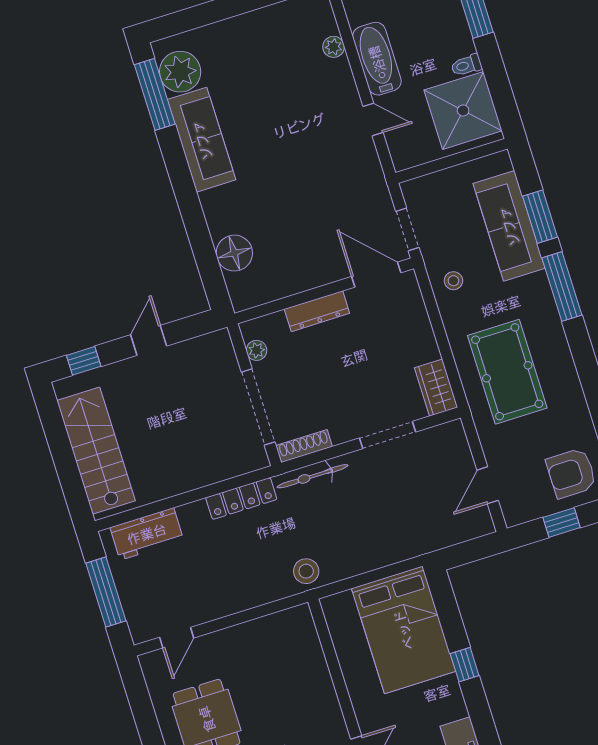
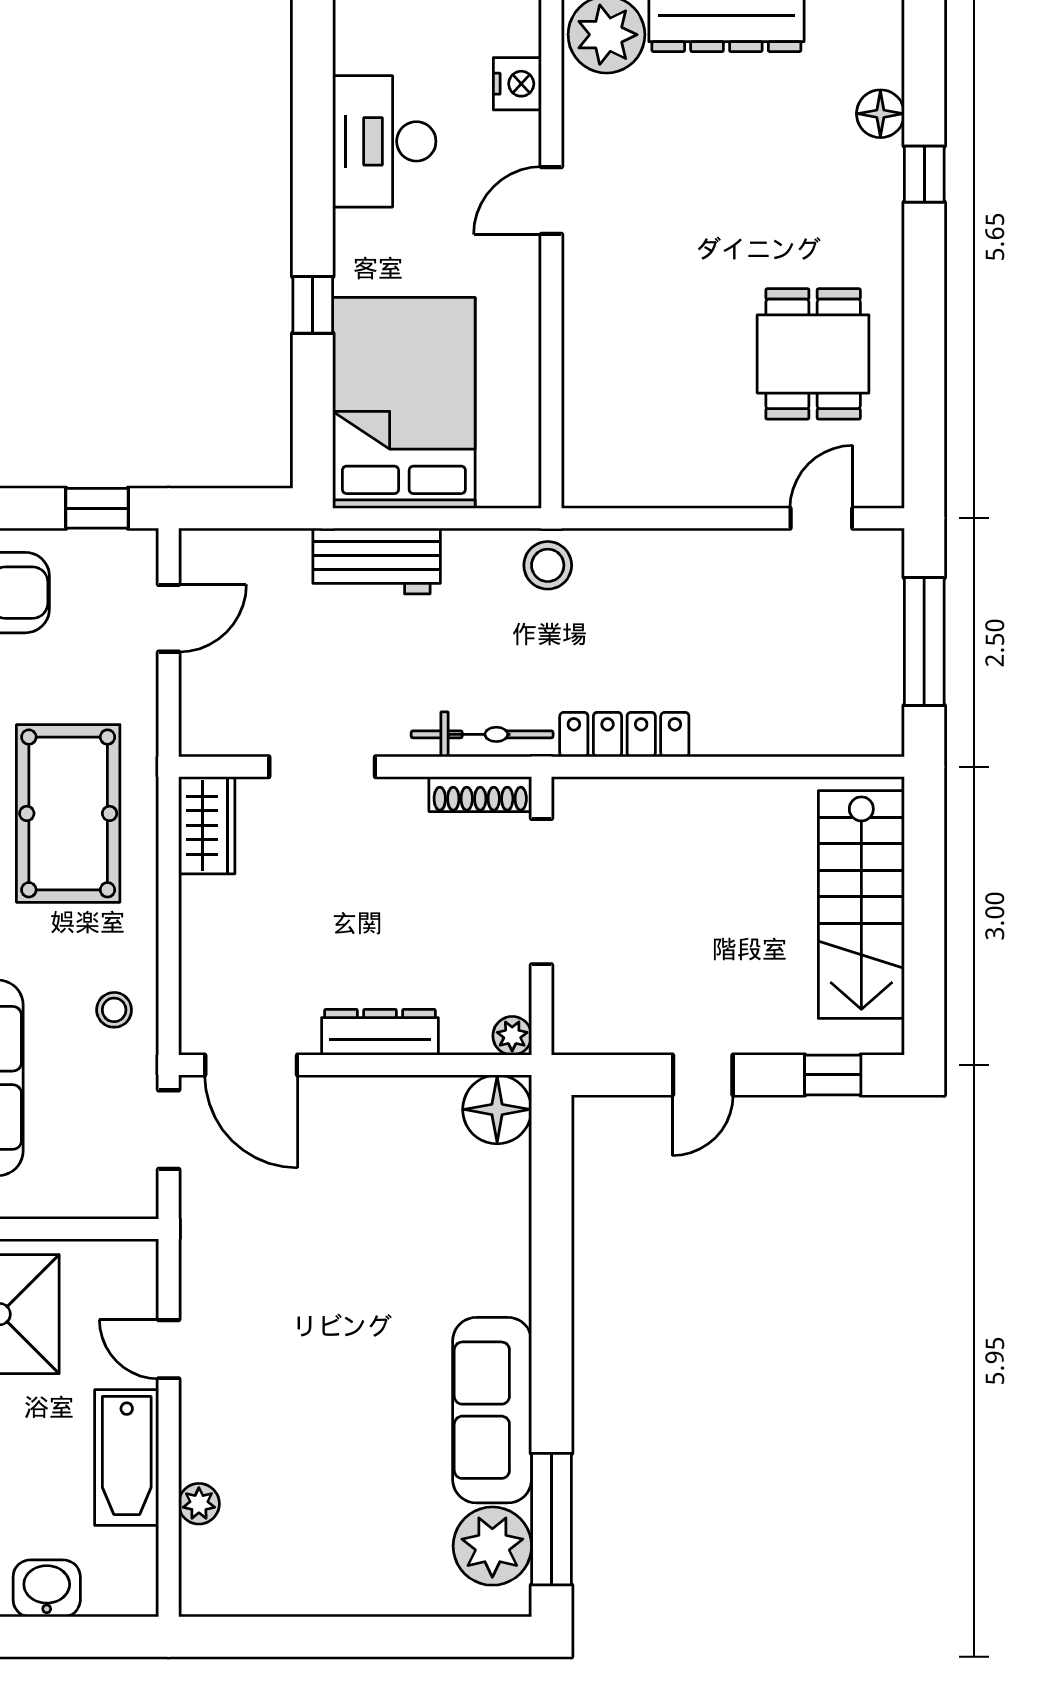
floor lamp: (234, 253) -> (497, 1109), moved
plant: (257, 350) -> (512, 1036), moved
window: (562, 522) -> (97, 508), moved
workbench: (147, 534) -> (377, 561), moved, turned 180

